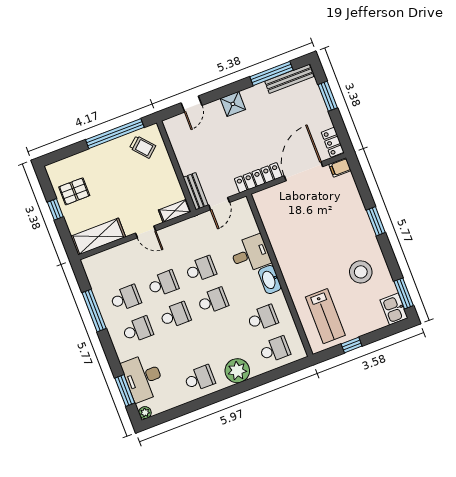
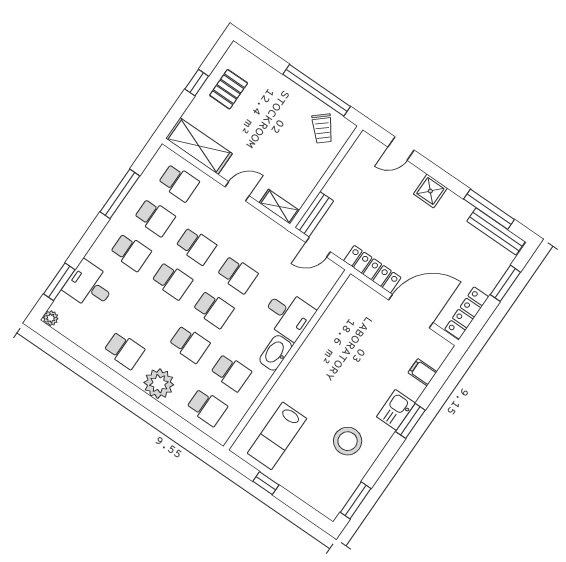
locker: (333, 142) -> (467, 313), width x1.53
filing cabinet: (340, 167) -> (423, 372), moved
pallet: (74, 191) -> (229, 89), turned 90
door: (146, 232) -> (237, 191), swing flipped
school desk: (113, 267) -> (179, 183), added
kitchen sink: (394, 309) -> (396, 410), moved
school desk: (225, 332) -> (189, 344), added
desk: (143, 378) -> (89, 286), width x0.73

